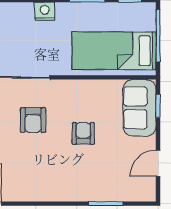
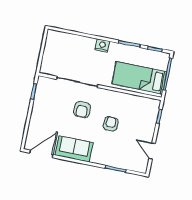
sofa: (140, 108) -> (74, 149), moved, turned 90
door: (158, 163) -> (152, 151), hinge flipped

